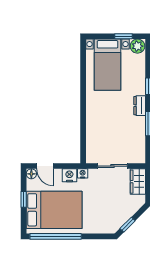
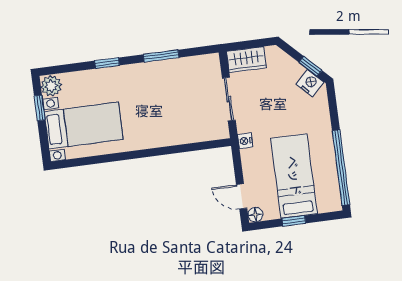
dresser: (140, 106) -> (137, 71), removed
door: (45, 166) -> (242, 196), swing flipped
nightstand: (69, 175) -> (310, 83), moved, turned 135
bed: (54, 210) -> (294, 176), width x0.67

